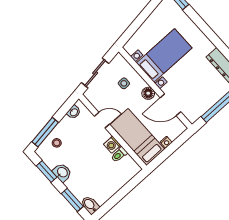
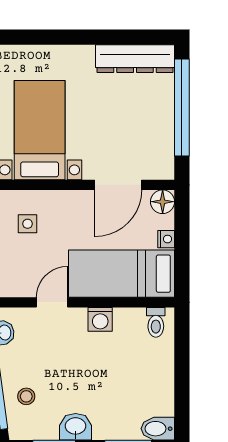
floor lamp: (148, 93) -> (163, 202), moved
toilet: (119, 155) -> (156, 322), moved

